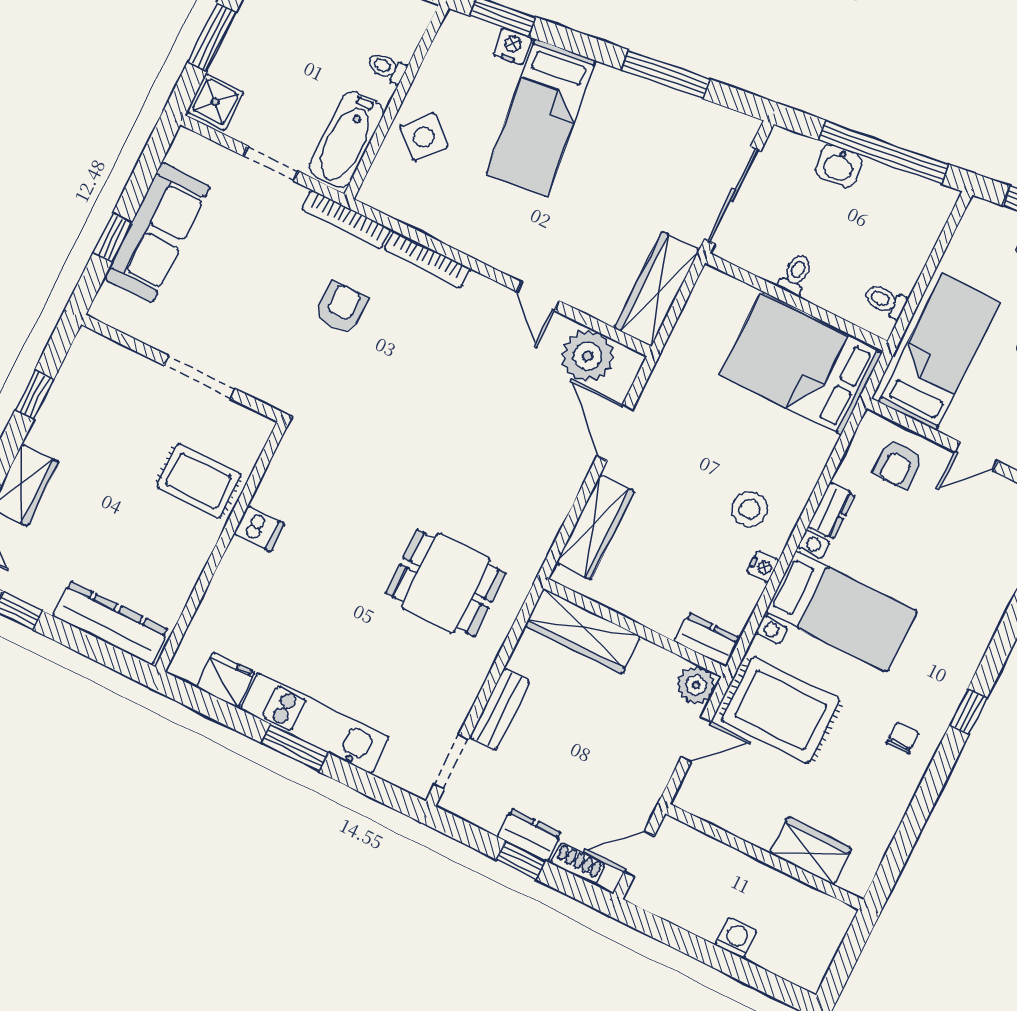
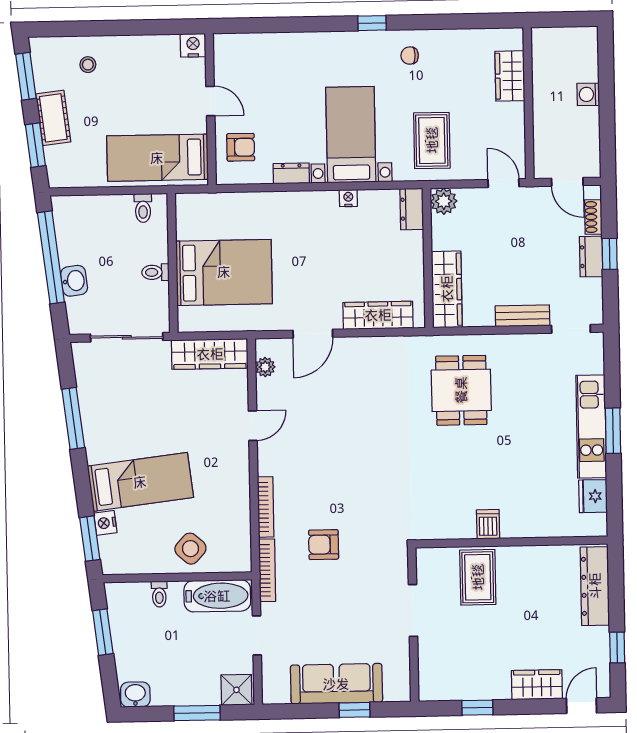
plant: (588, 356) -> (265, 367), width x0.53, depth x0.53
bed: (801, 364) -> (224, 272), moved, turned -90
stool: (750, 509) -> (317, 225), removed
rug: (781, 710) -> (432, 140), width x0.73, depth x0.70
door: (696, 740) -> (503, 183), moved

